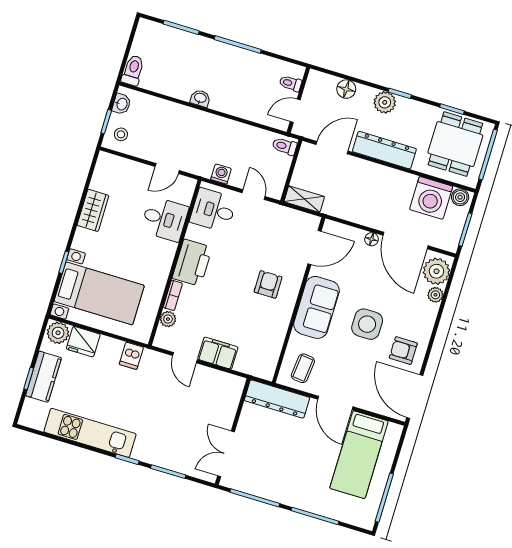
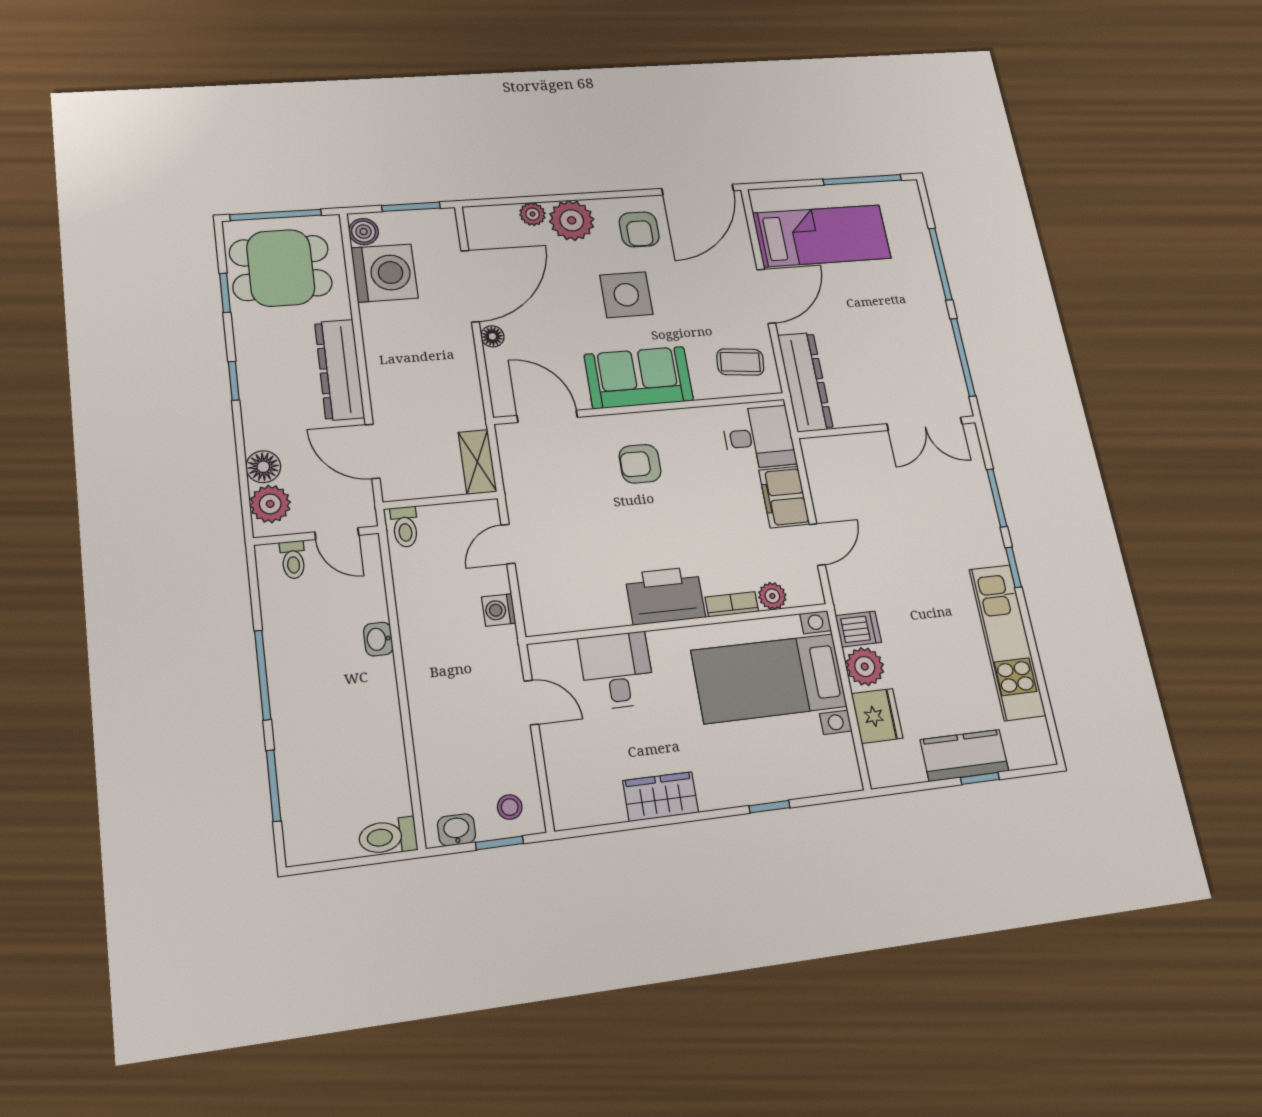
washbasin: (200, 98) -> (378, 639), moved
plant: (385, 102) -> (270, 504), moved
desk: (213, 210) -> (759, 437), moved, turned -90
plant: (436, 271) -> (572, 220), moved
bed with nightstands: (99, 293) -> (769, 678), moved, turned -90
plant: (58, 333) -> (865, 667), moved

